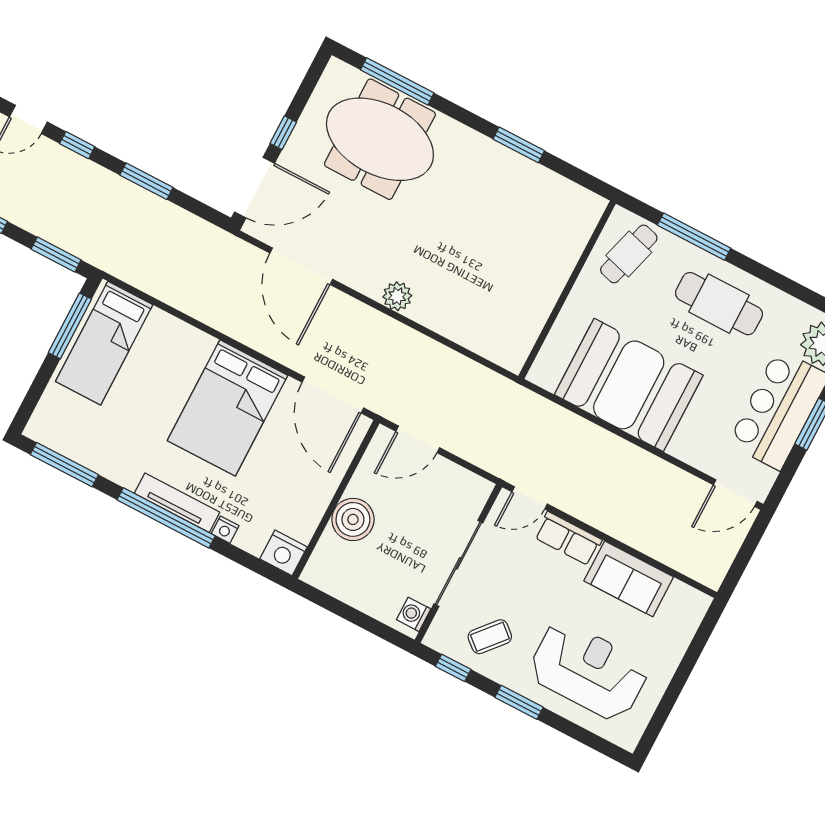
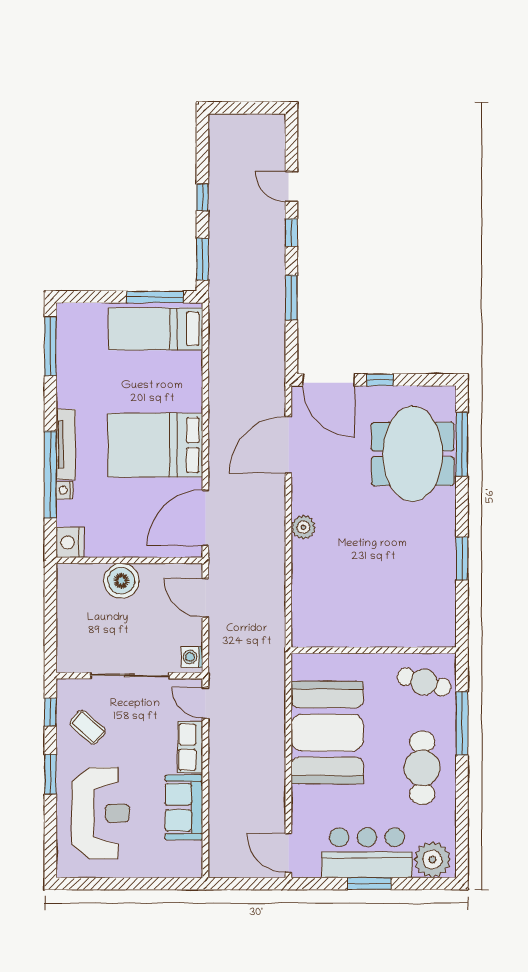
window: (166, 518) -> (50, 475), moved
washing machine: (414, 614) -> (192, 657), moved, turned -90

